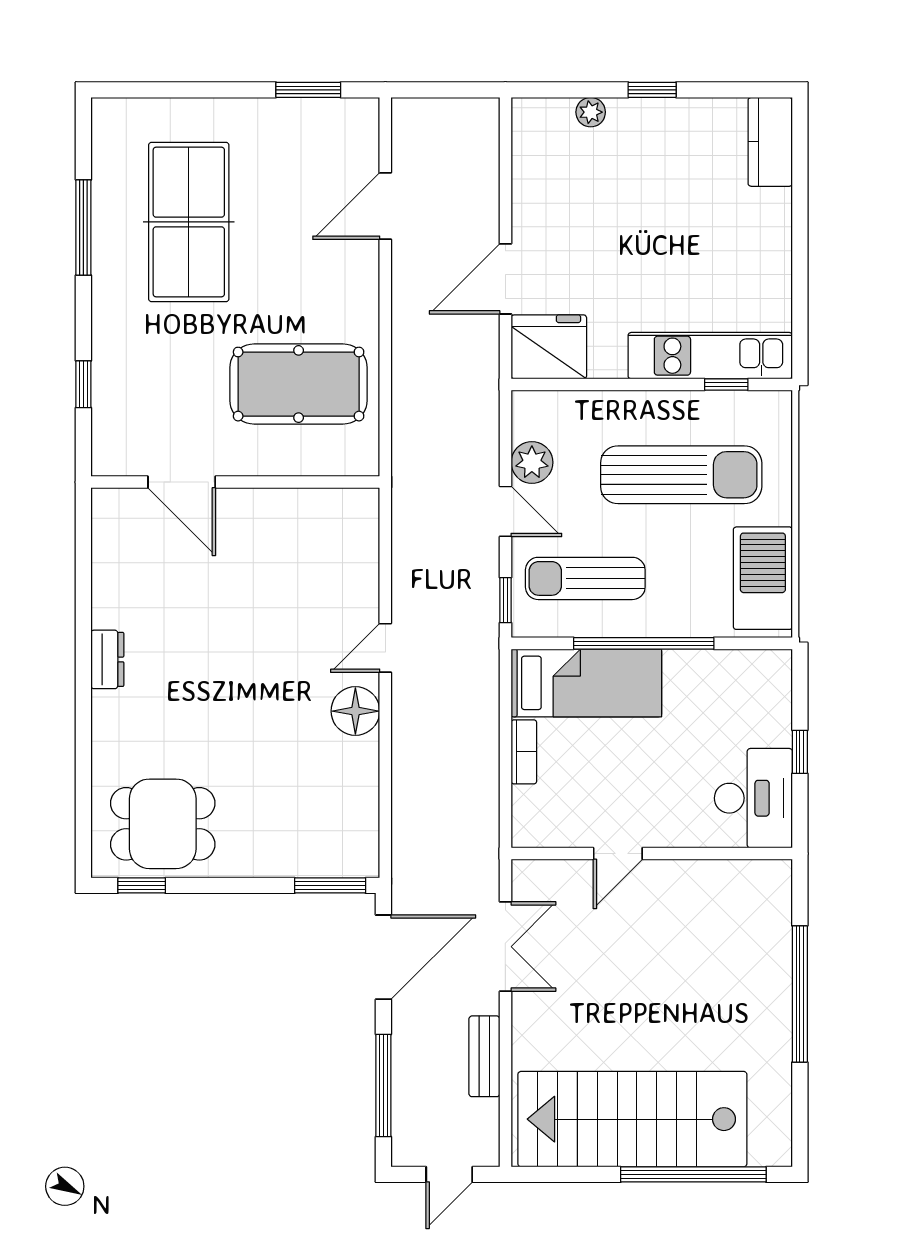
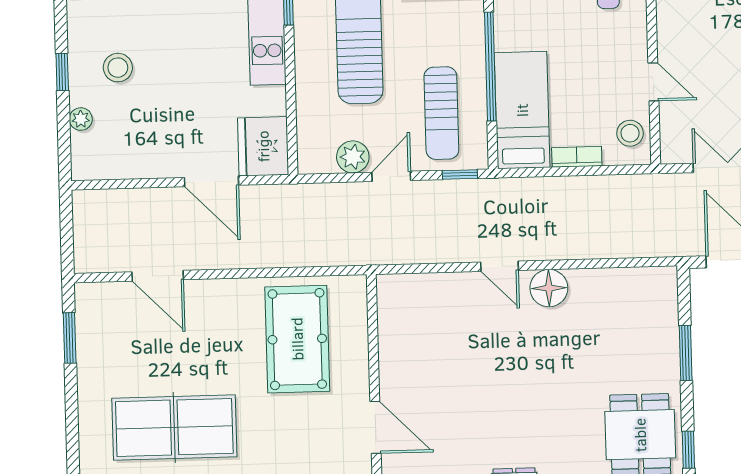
stool: (656, 162) -> (118, 68), added
door: (182, 482) -> (376, 427), hinge flipped
stool: (553, 821) -> (630, 133), added
window: (330, 885) -> (686, 353), moved

